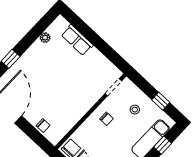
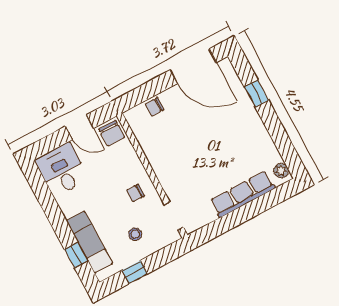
plant: (45, 38) -> (281, 171), moved
row of seats: (77, 40) -> (243, 194), width x1.48

